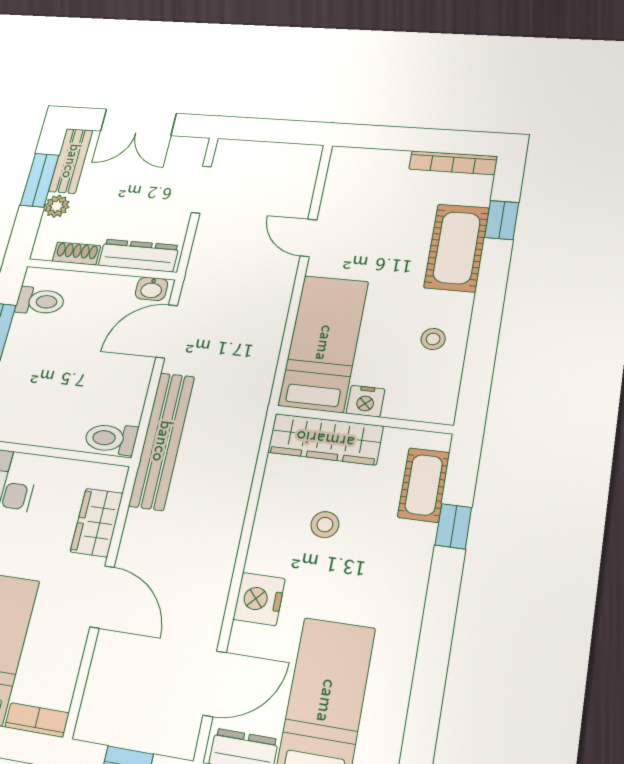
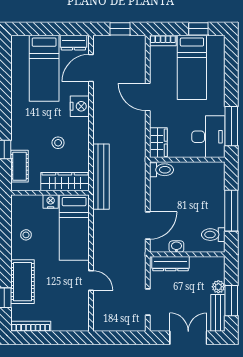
shoe rack: (76, 254) -> (202, 262), removed
washbasin: (151, 289) -> (176, 247), moved
bench: (162, 441) -> (101, 177), moved
wardrobe: (97, 523) -> (158, 143), moved

